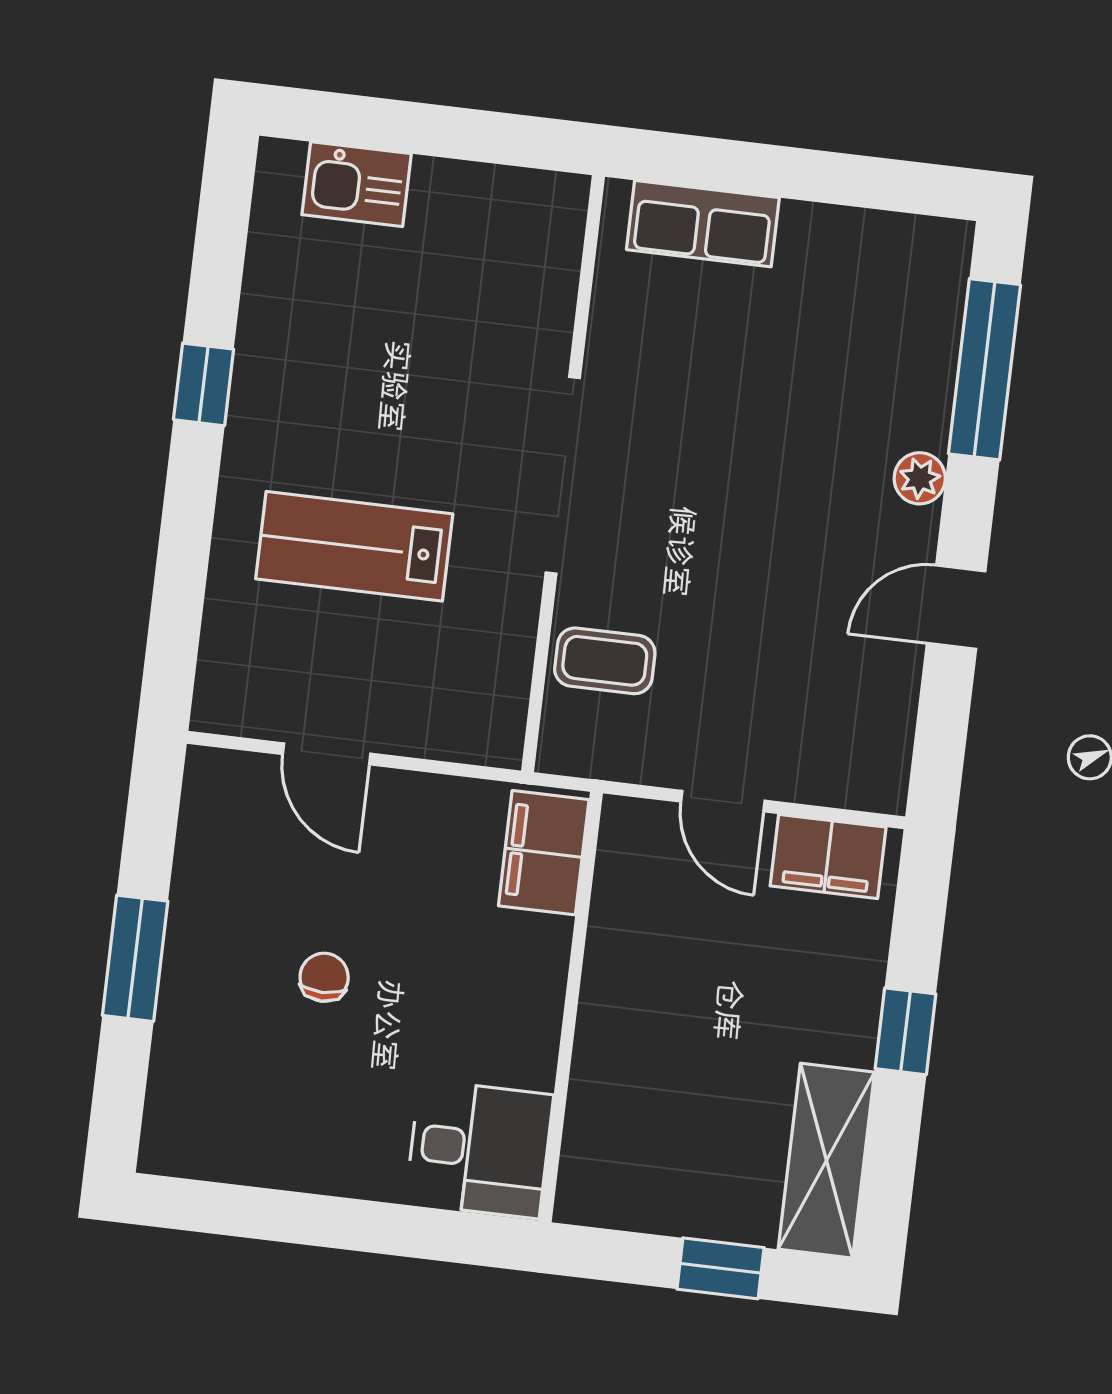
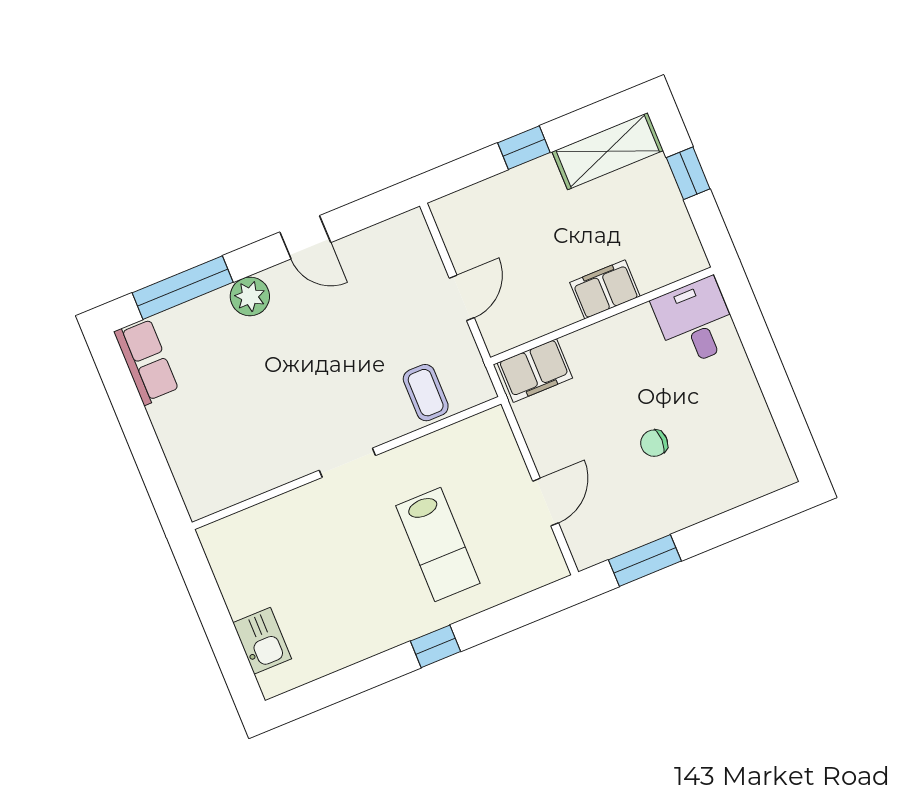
row of seats: (703, 224) -> (146, 361), moved
window: (204, 384) -> (435, 646), moved
doorway: (563, 475) -> (347, 463), width x0.53
plant: (920, 478) -> (250, 296), width x1.38, depth x1.38
filing cabinet: (828, 857) -> (605, 289), moved, turned -90
window: (135, 958) -> (645, 560), moved

